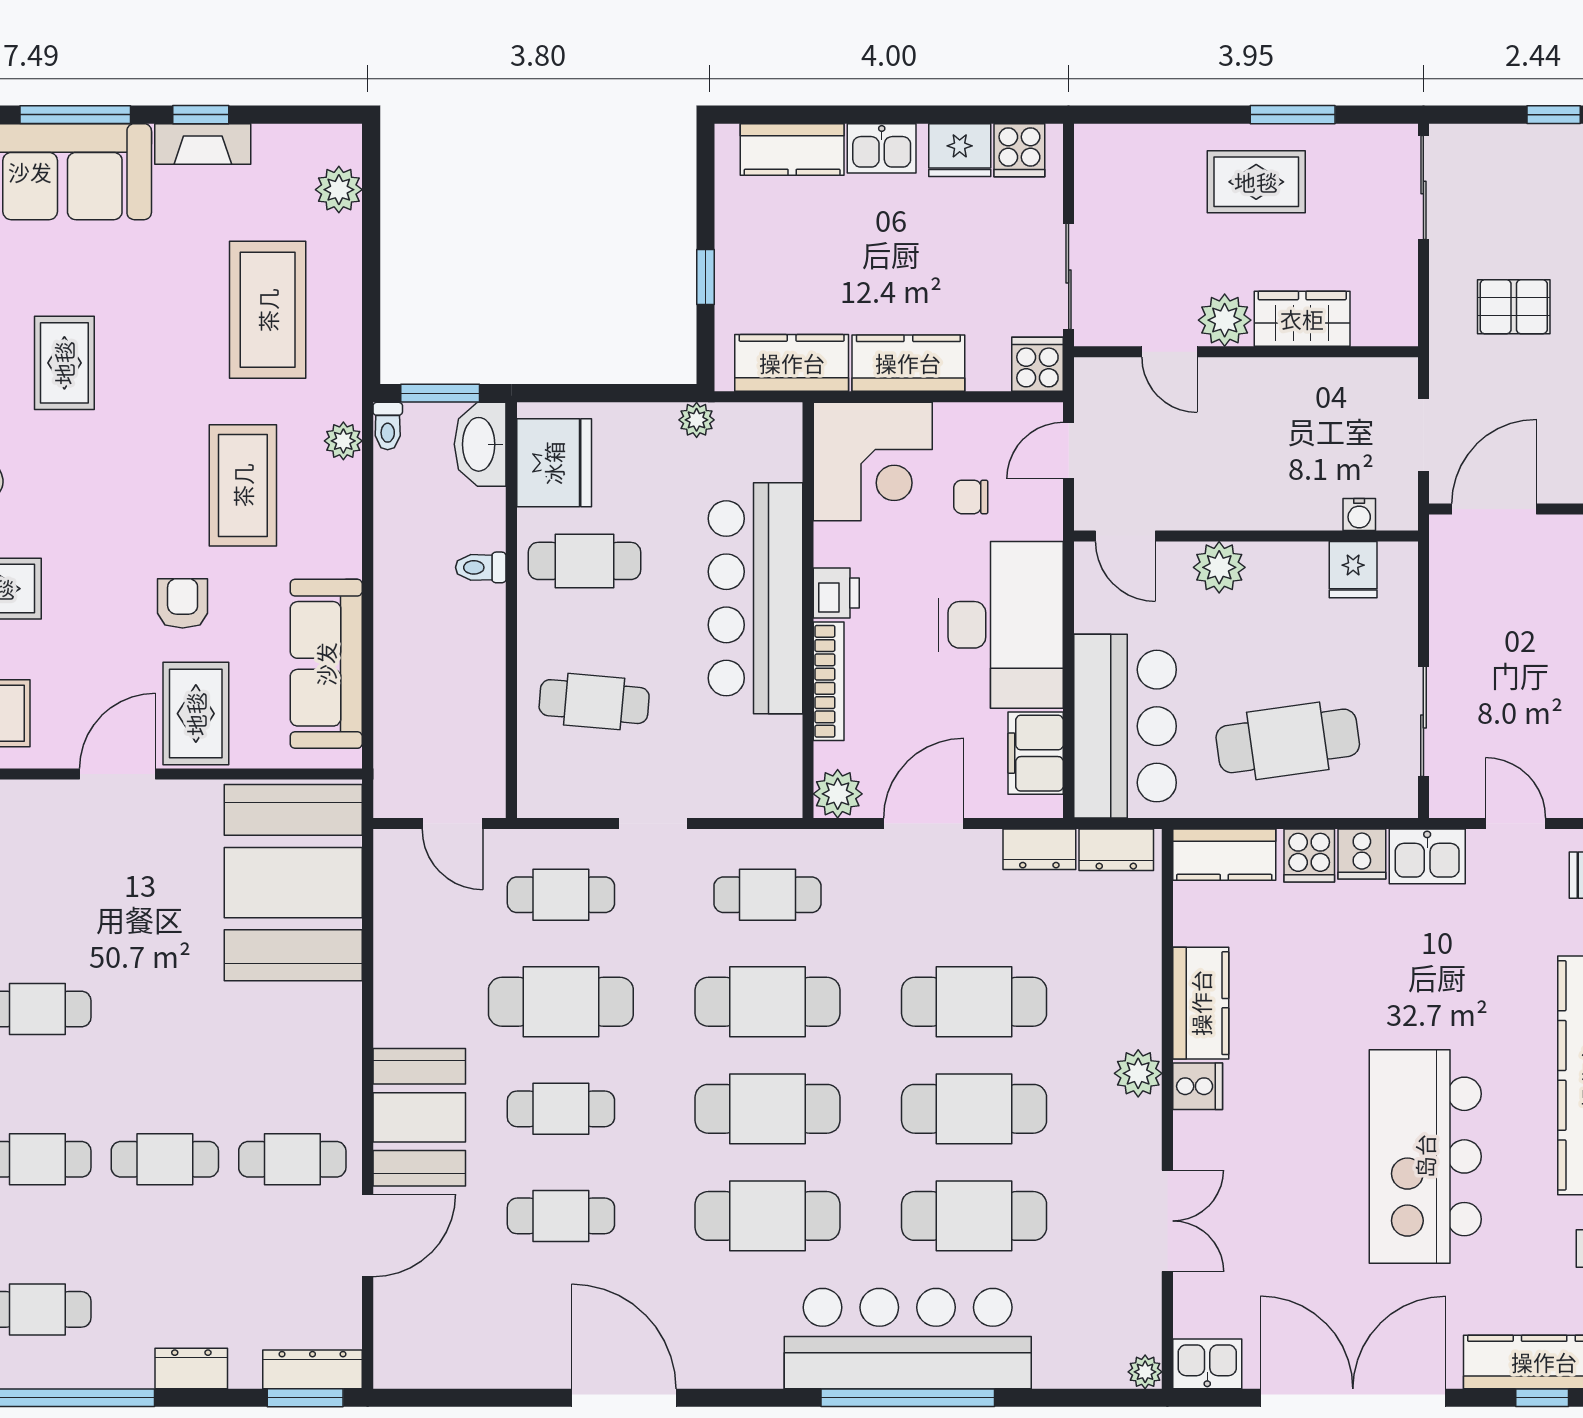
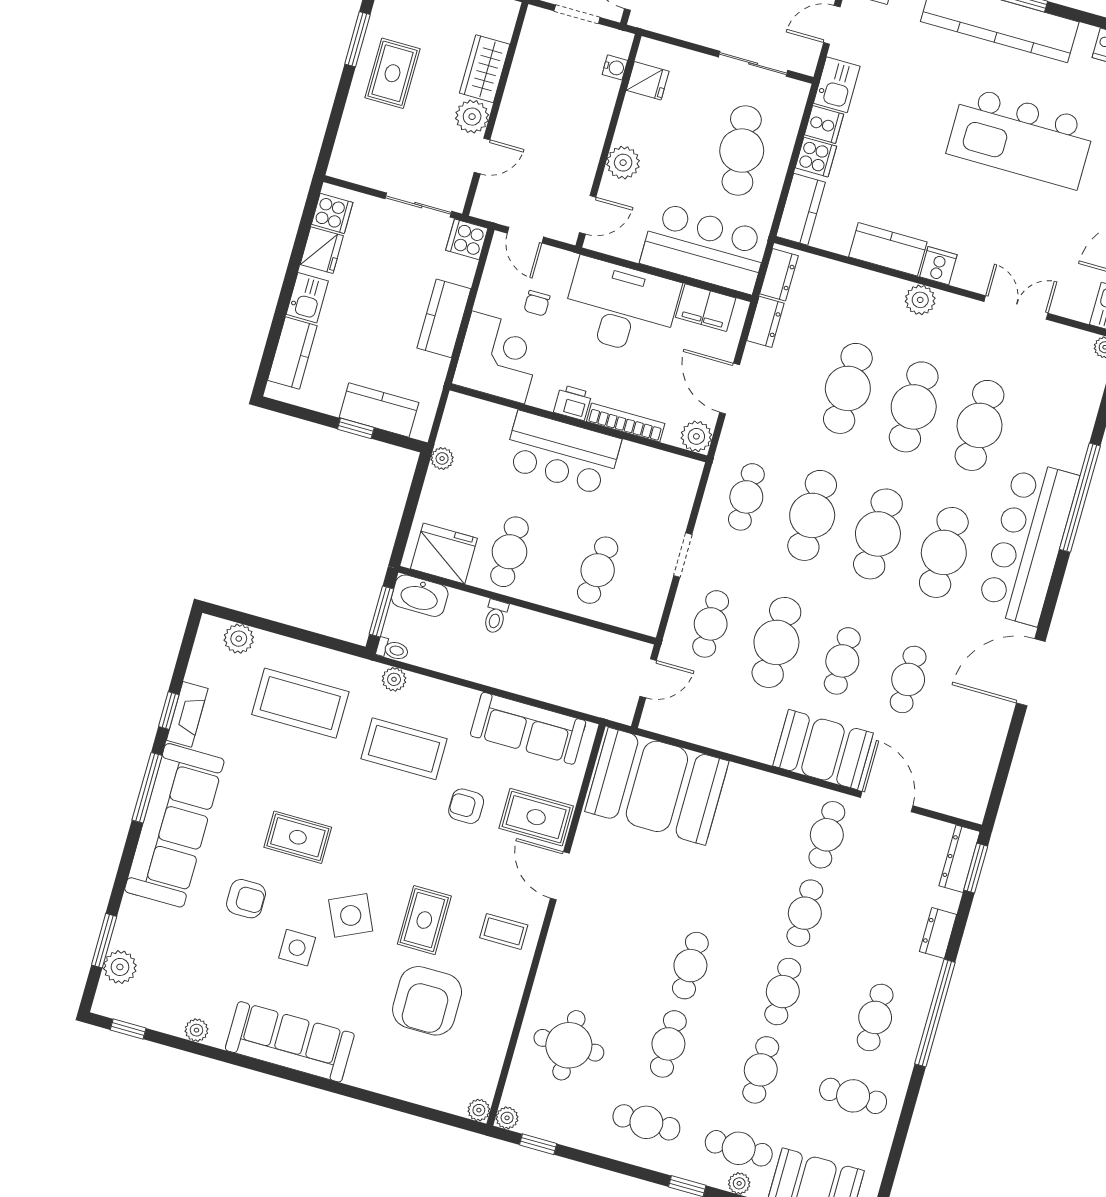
kitchen counter: (792, 363) -> (379, 410), moved, turned 90
bar counter: (755, 598) -> (562, 453), width x0.73
bar counter: (908, 1339) -> (1028, 543), moved

